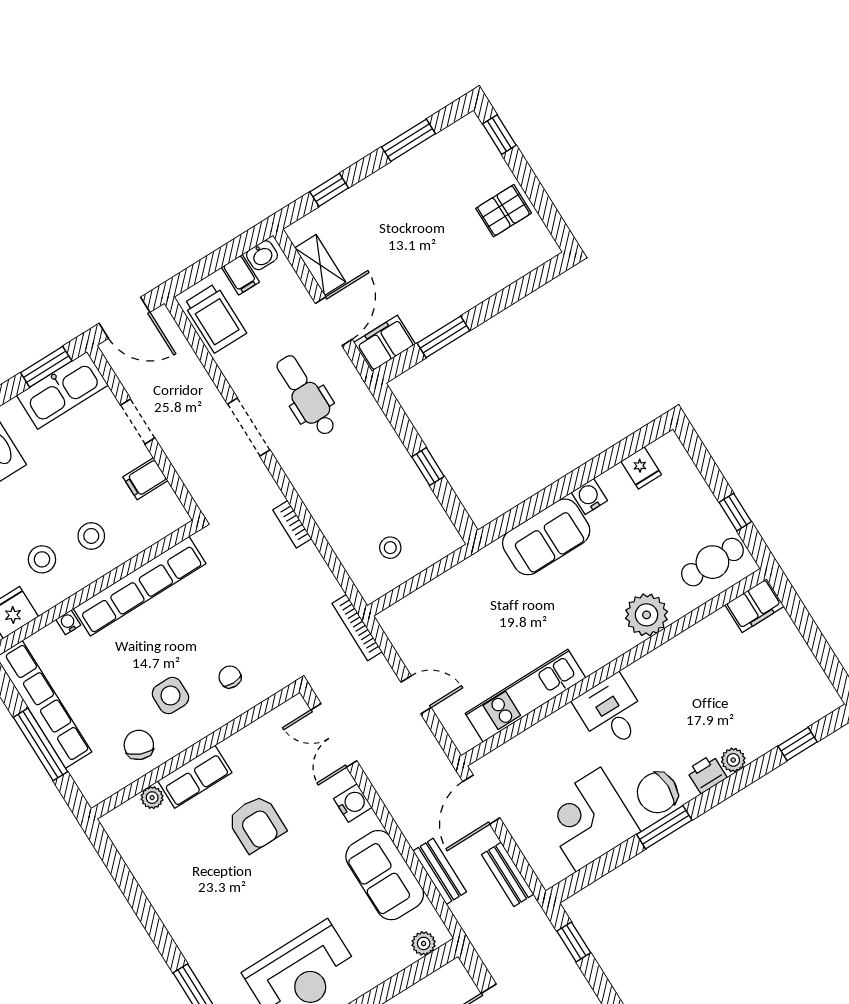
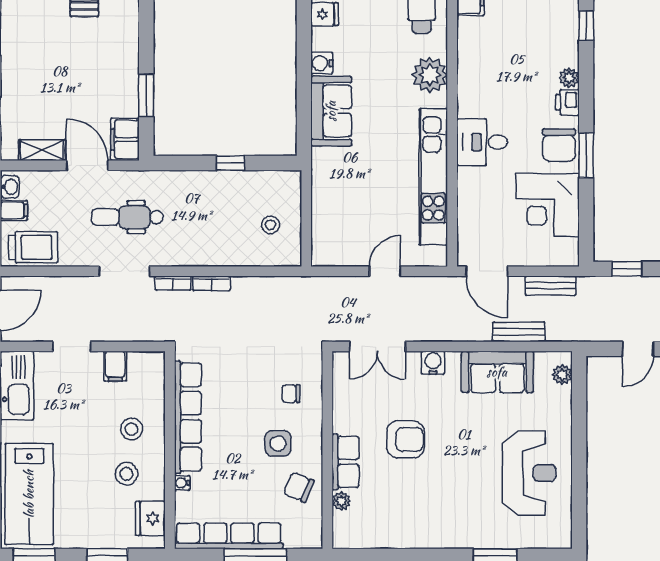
bookcase: (357, 628) -> (173, 283), moved, width x0.64
kitchen unit: (525, 696) -> (433, 177), width x1.36

